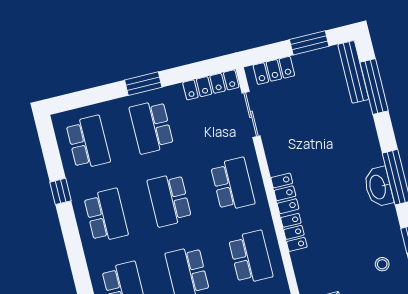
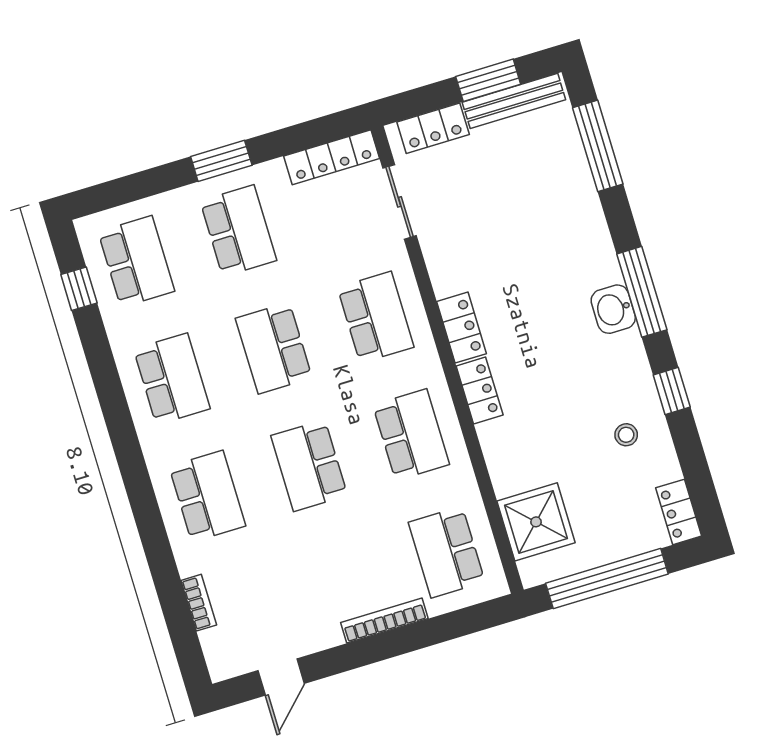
bench: (353, 72) -> (514, 101), moved, turned 90
school desk: (151, 127) -> (238, 231), turned 180
washbasin: (378, 187) -> (613, 309), width x0.72
window: (60, 191) -> (79, 289), moved

